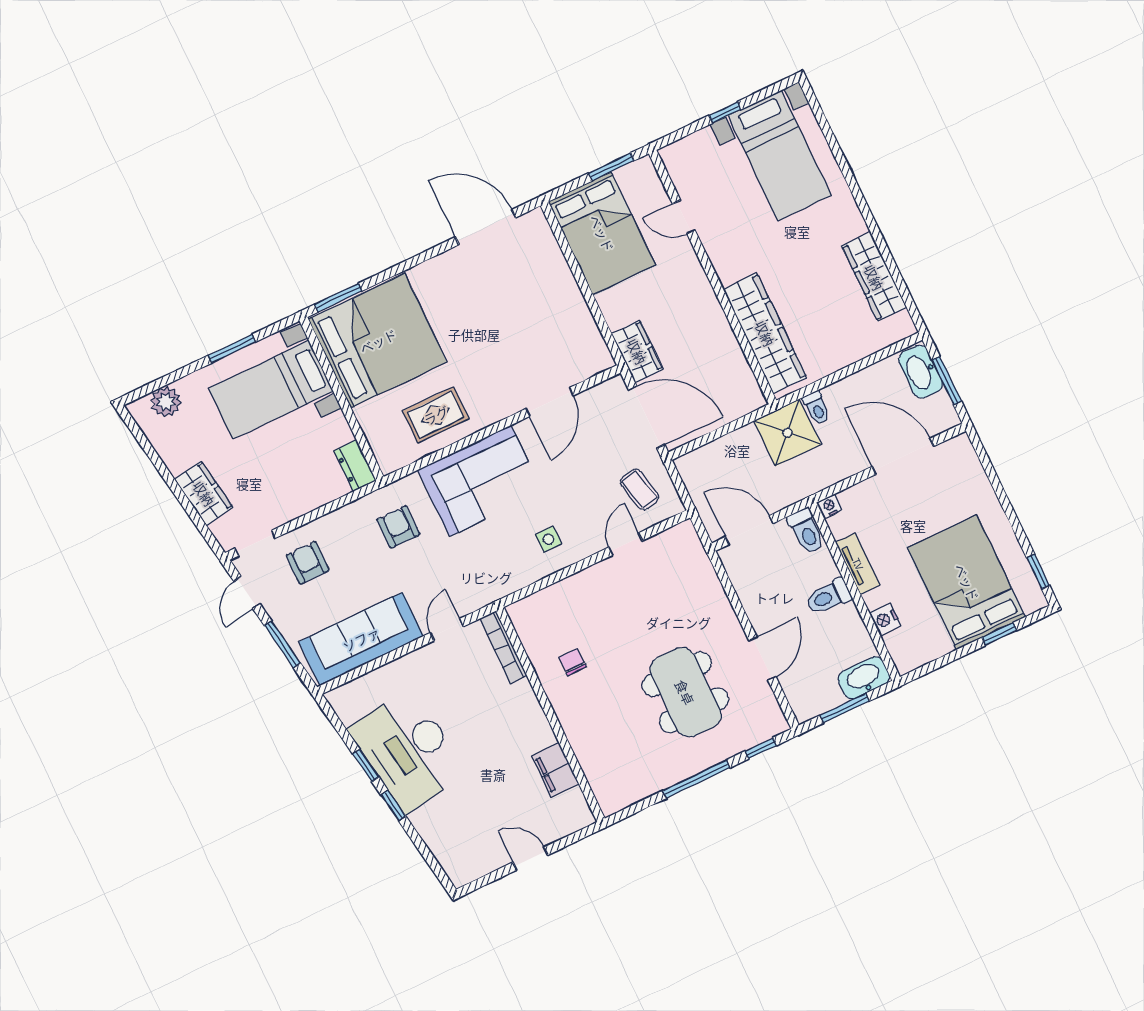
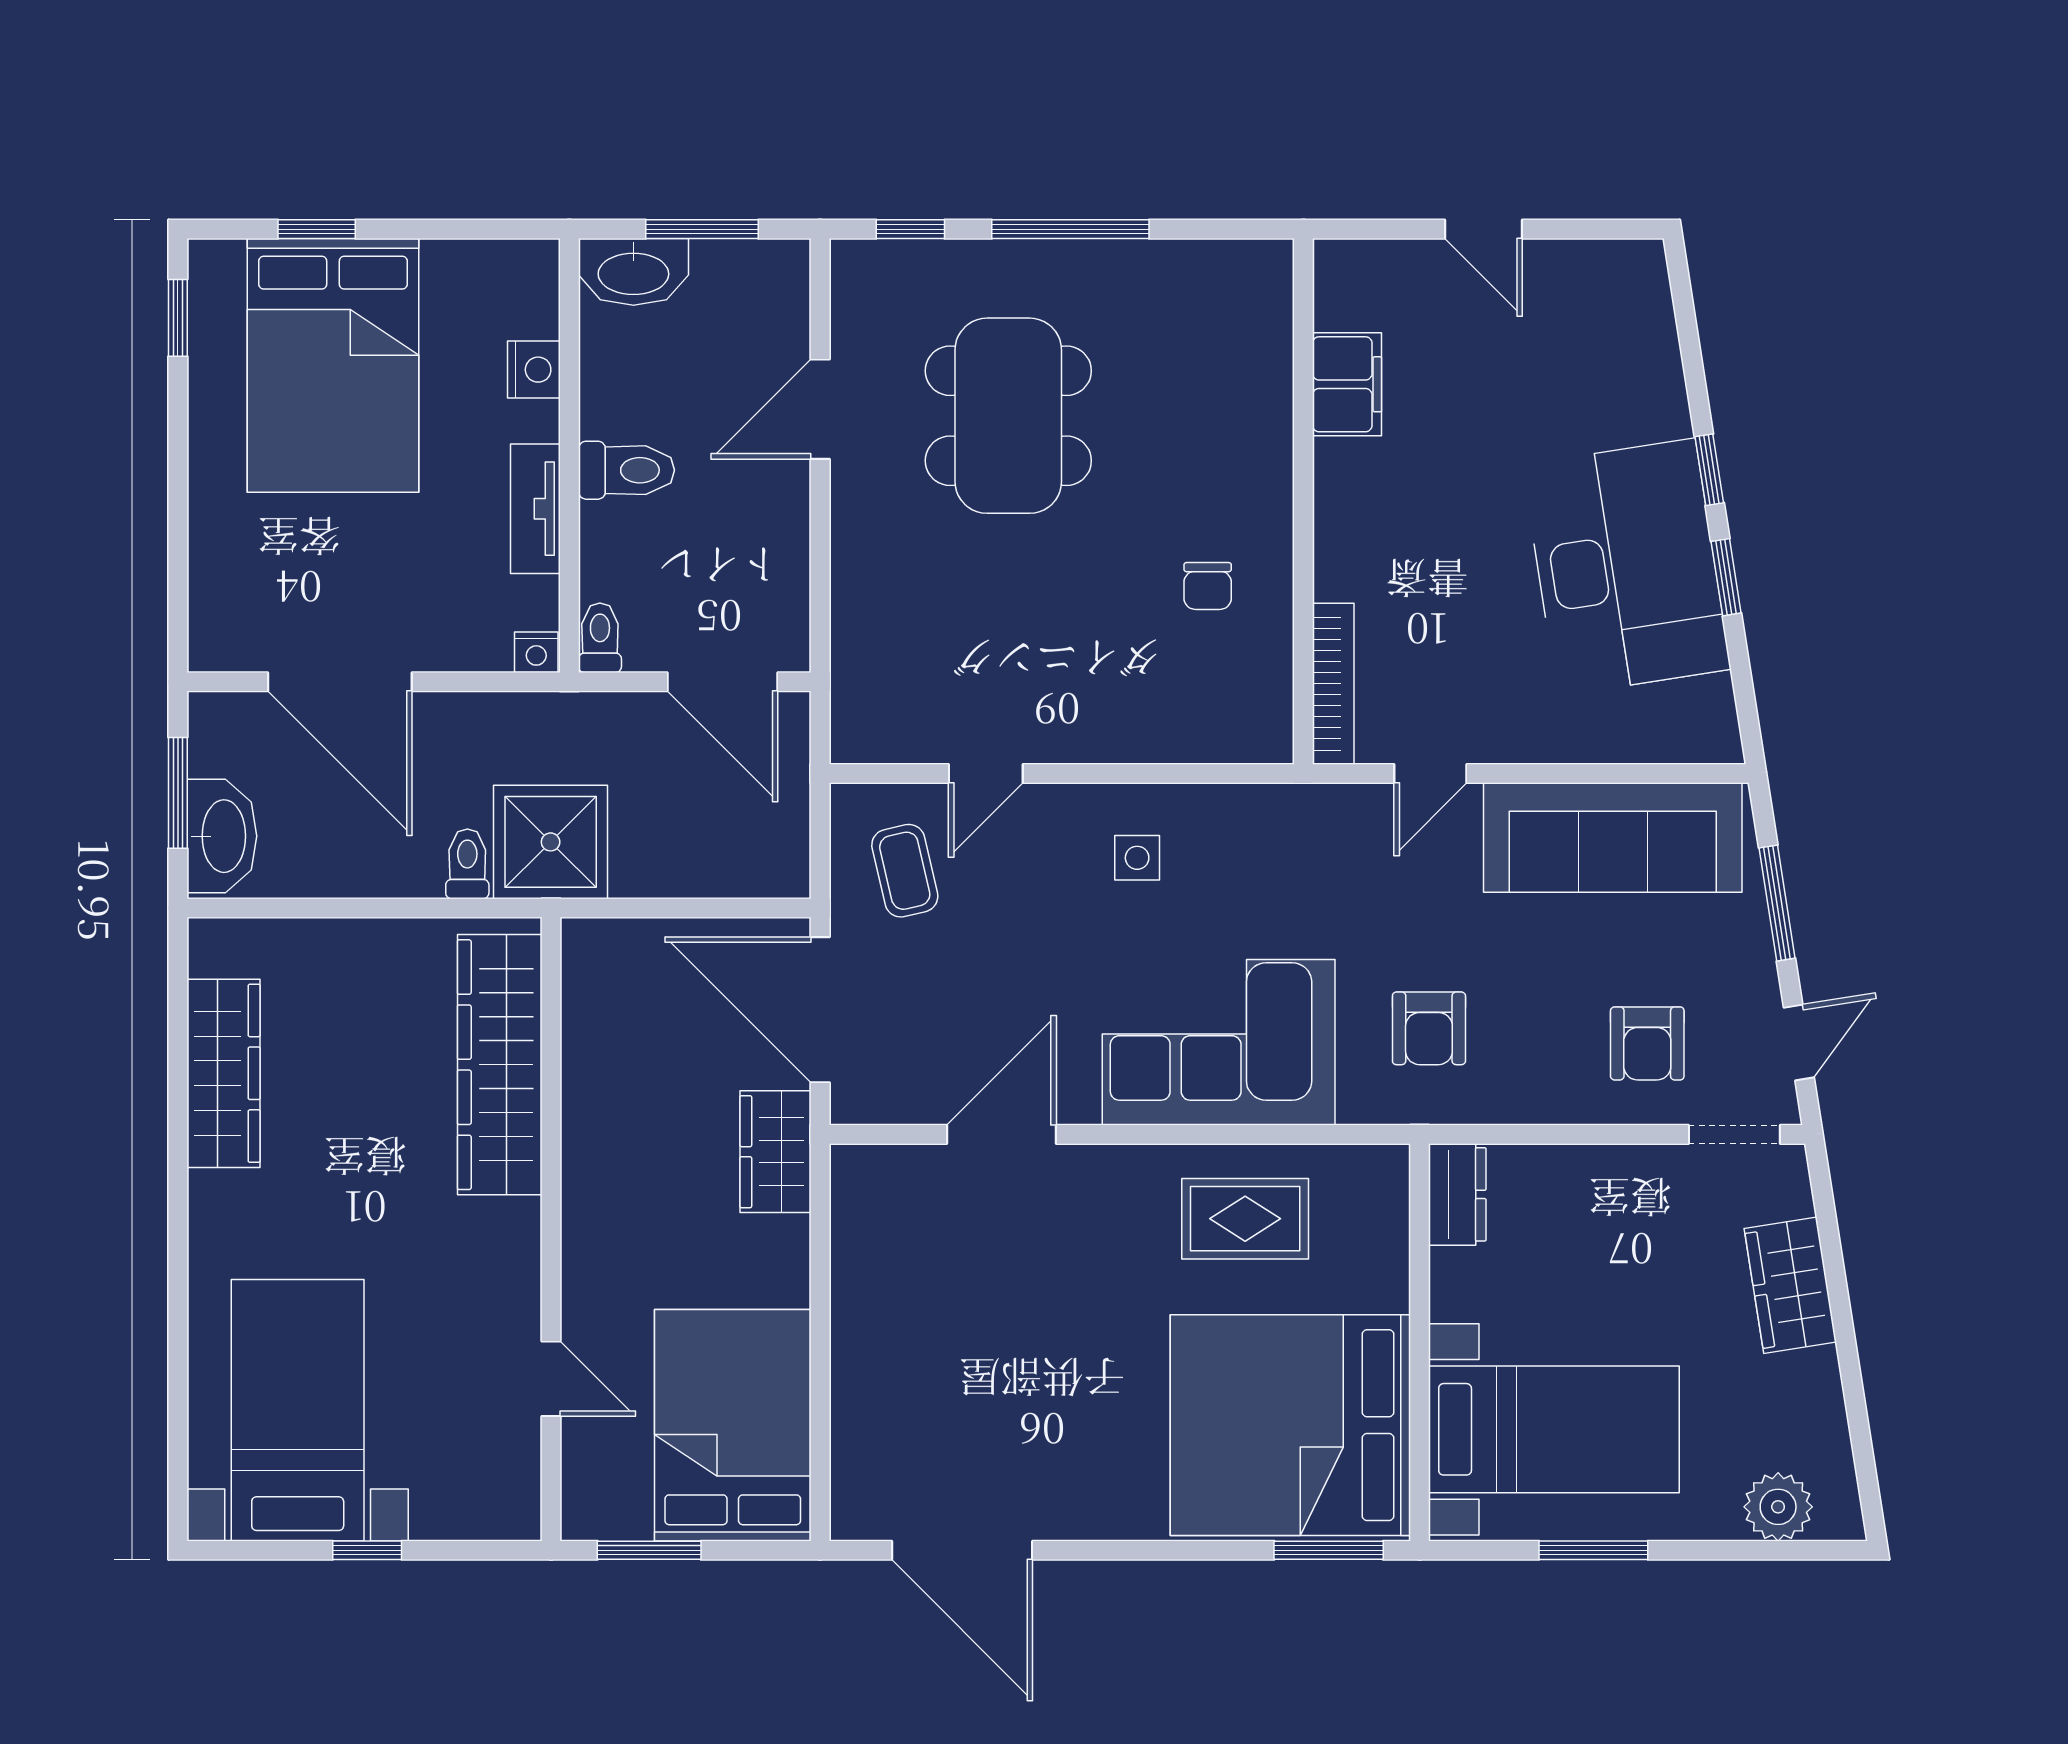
toilet: (806, 531) -> (600, 638), width x0.73, depth x0.72

